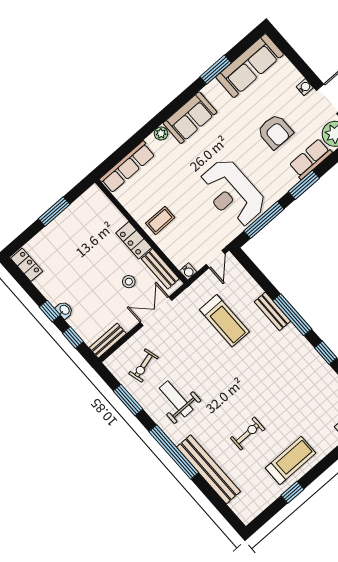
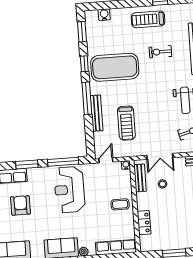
reception desk: (232, 193) -> (69, 190), turned 180
locker: (134, 240) -> (144, 223), moved
bench: (272, 311) -> (97, 113), width x1.36
treadmill: (224, 321) -> (126, 123), turned 180
exercise mat: (287, 375) -> (115, 67), added

